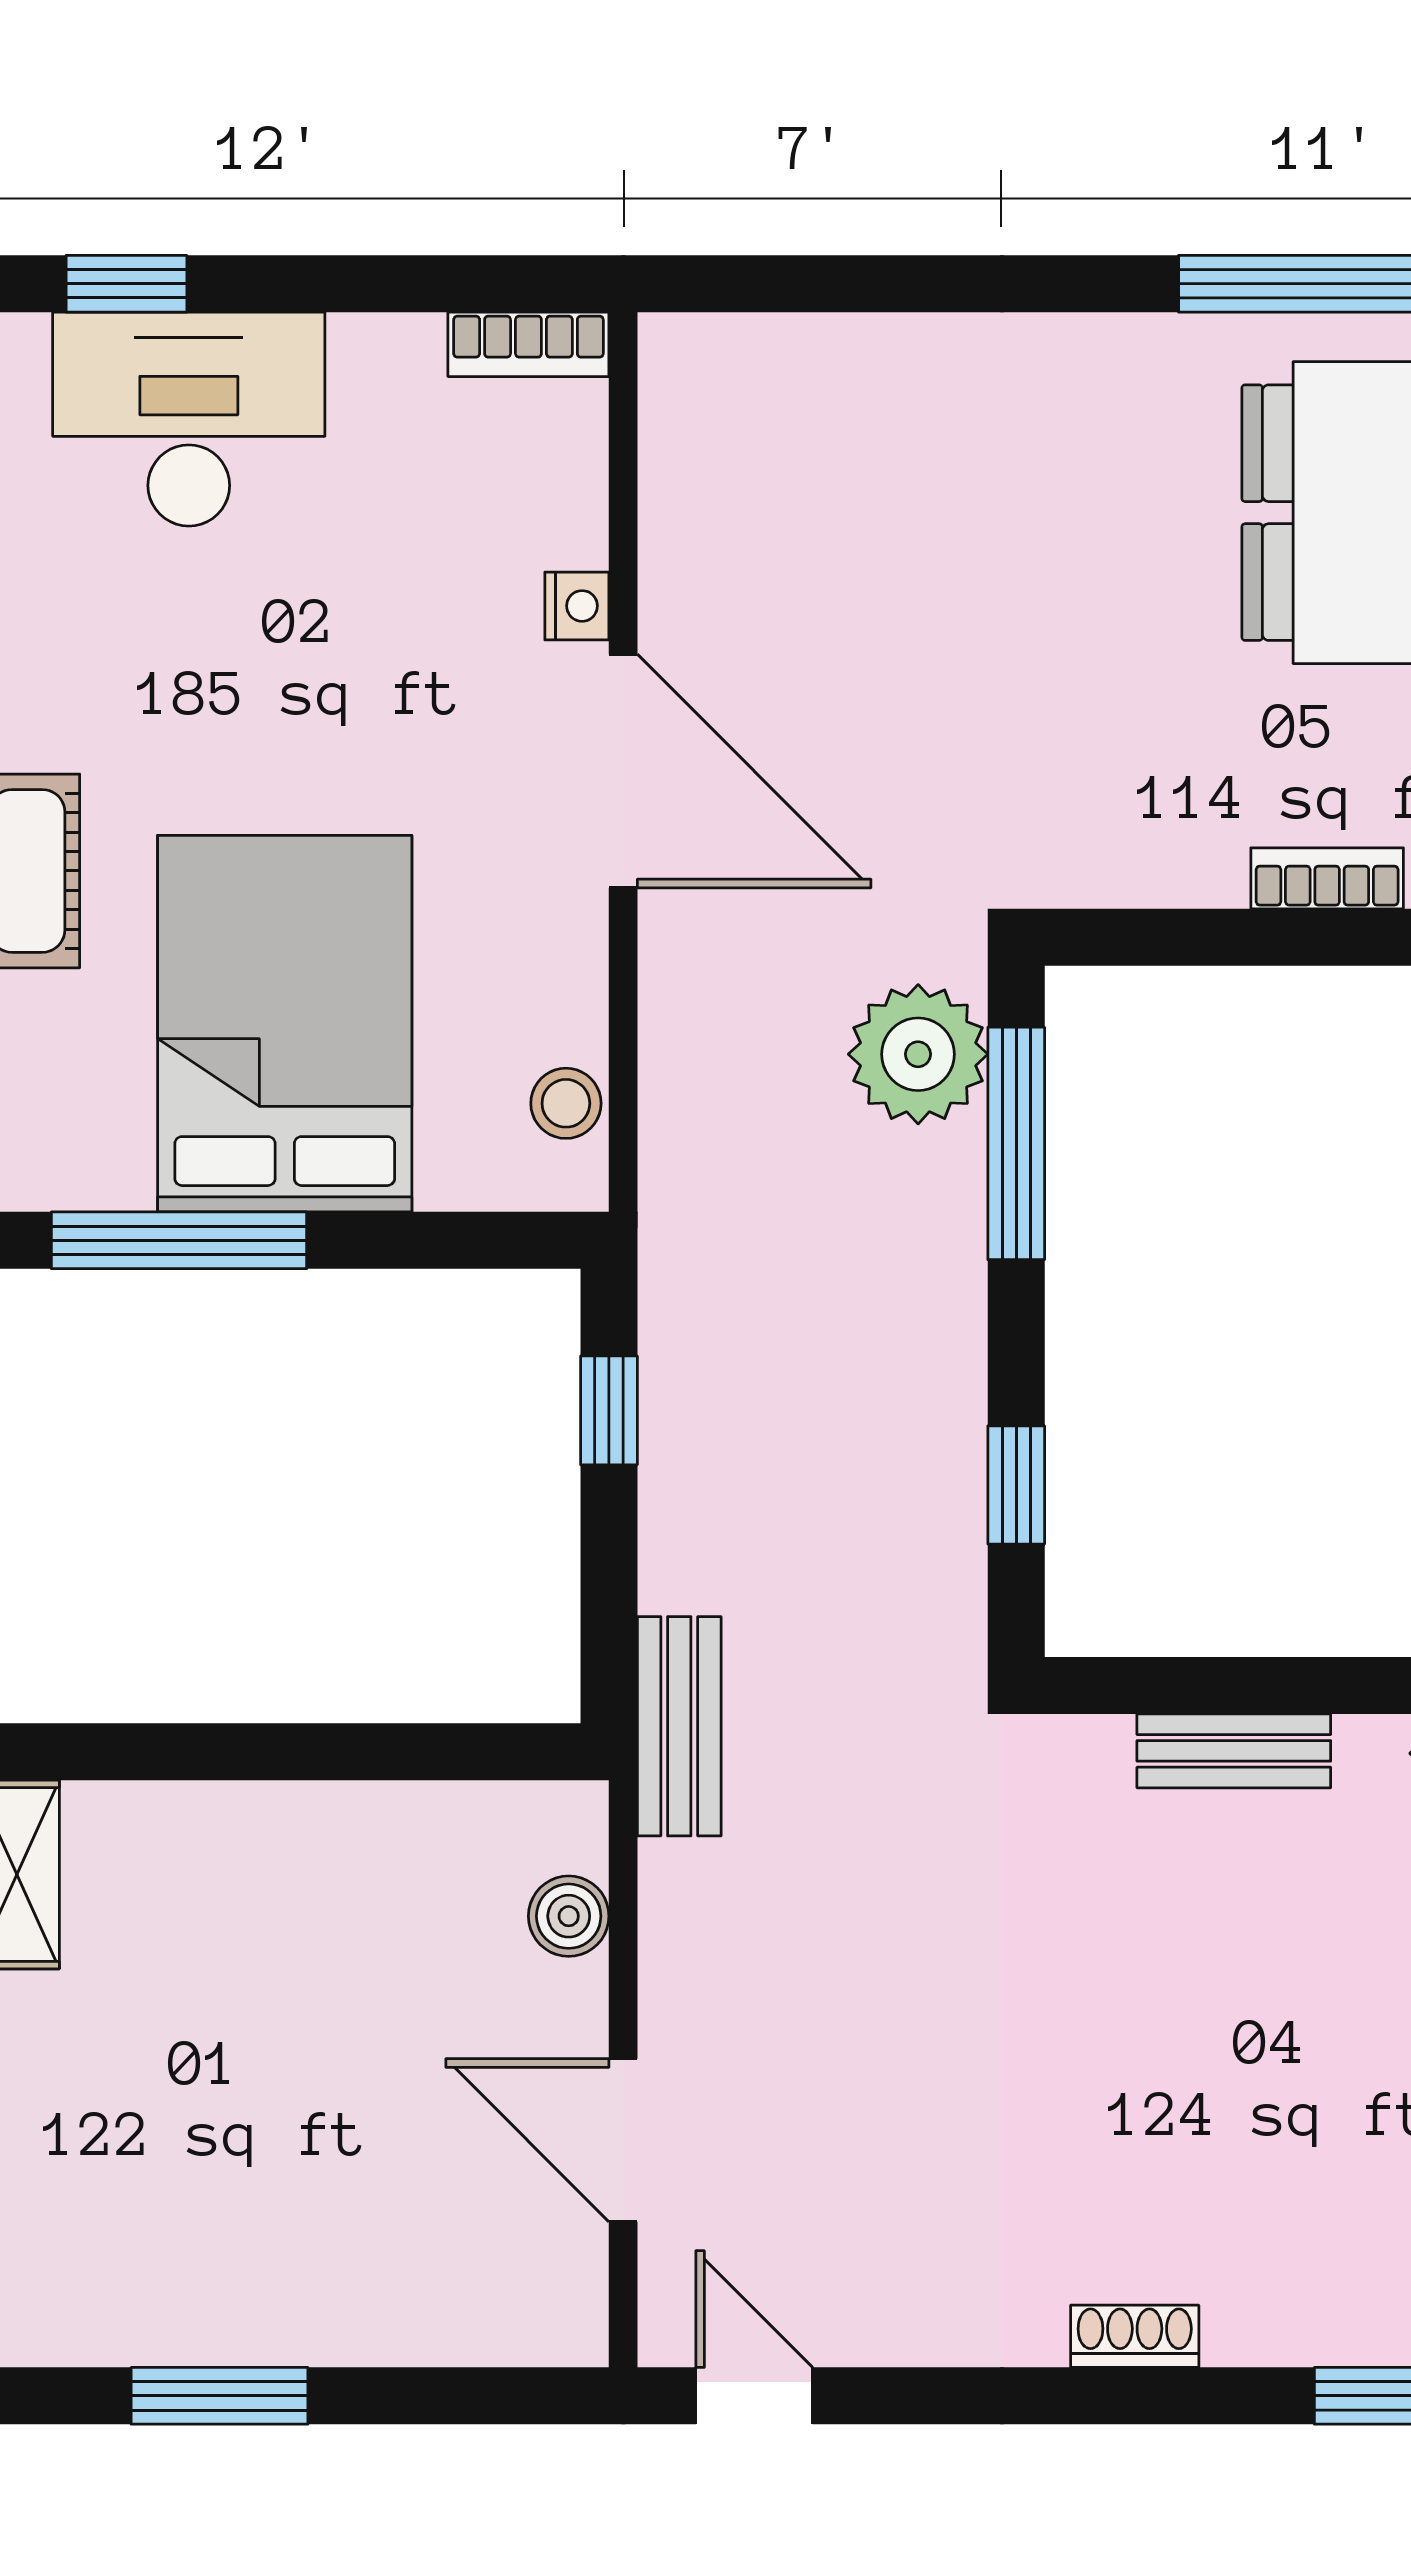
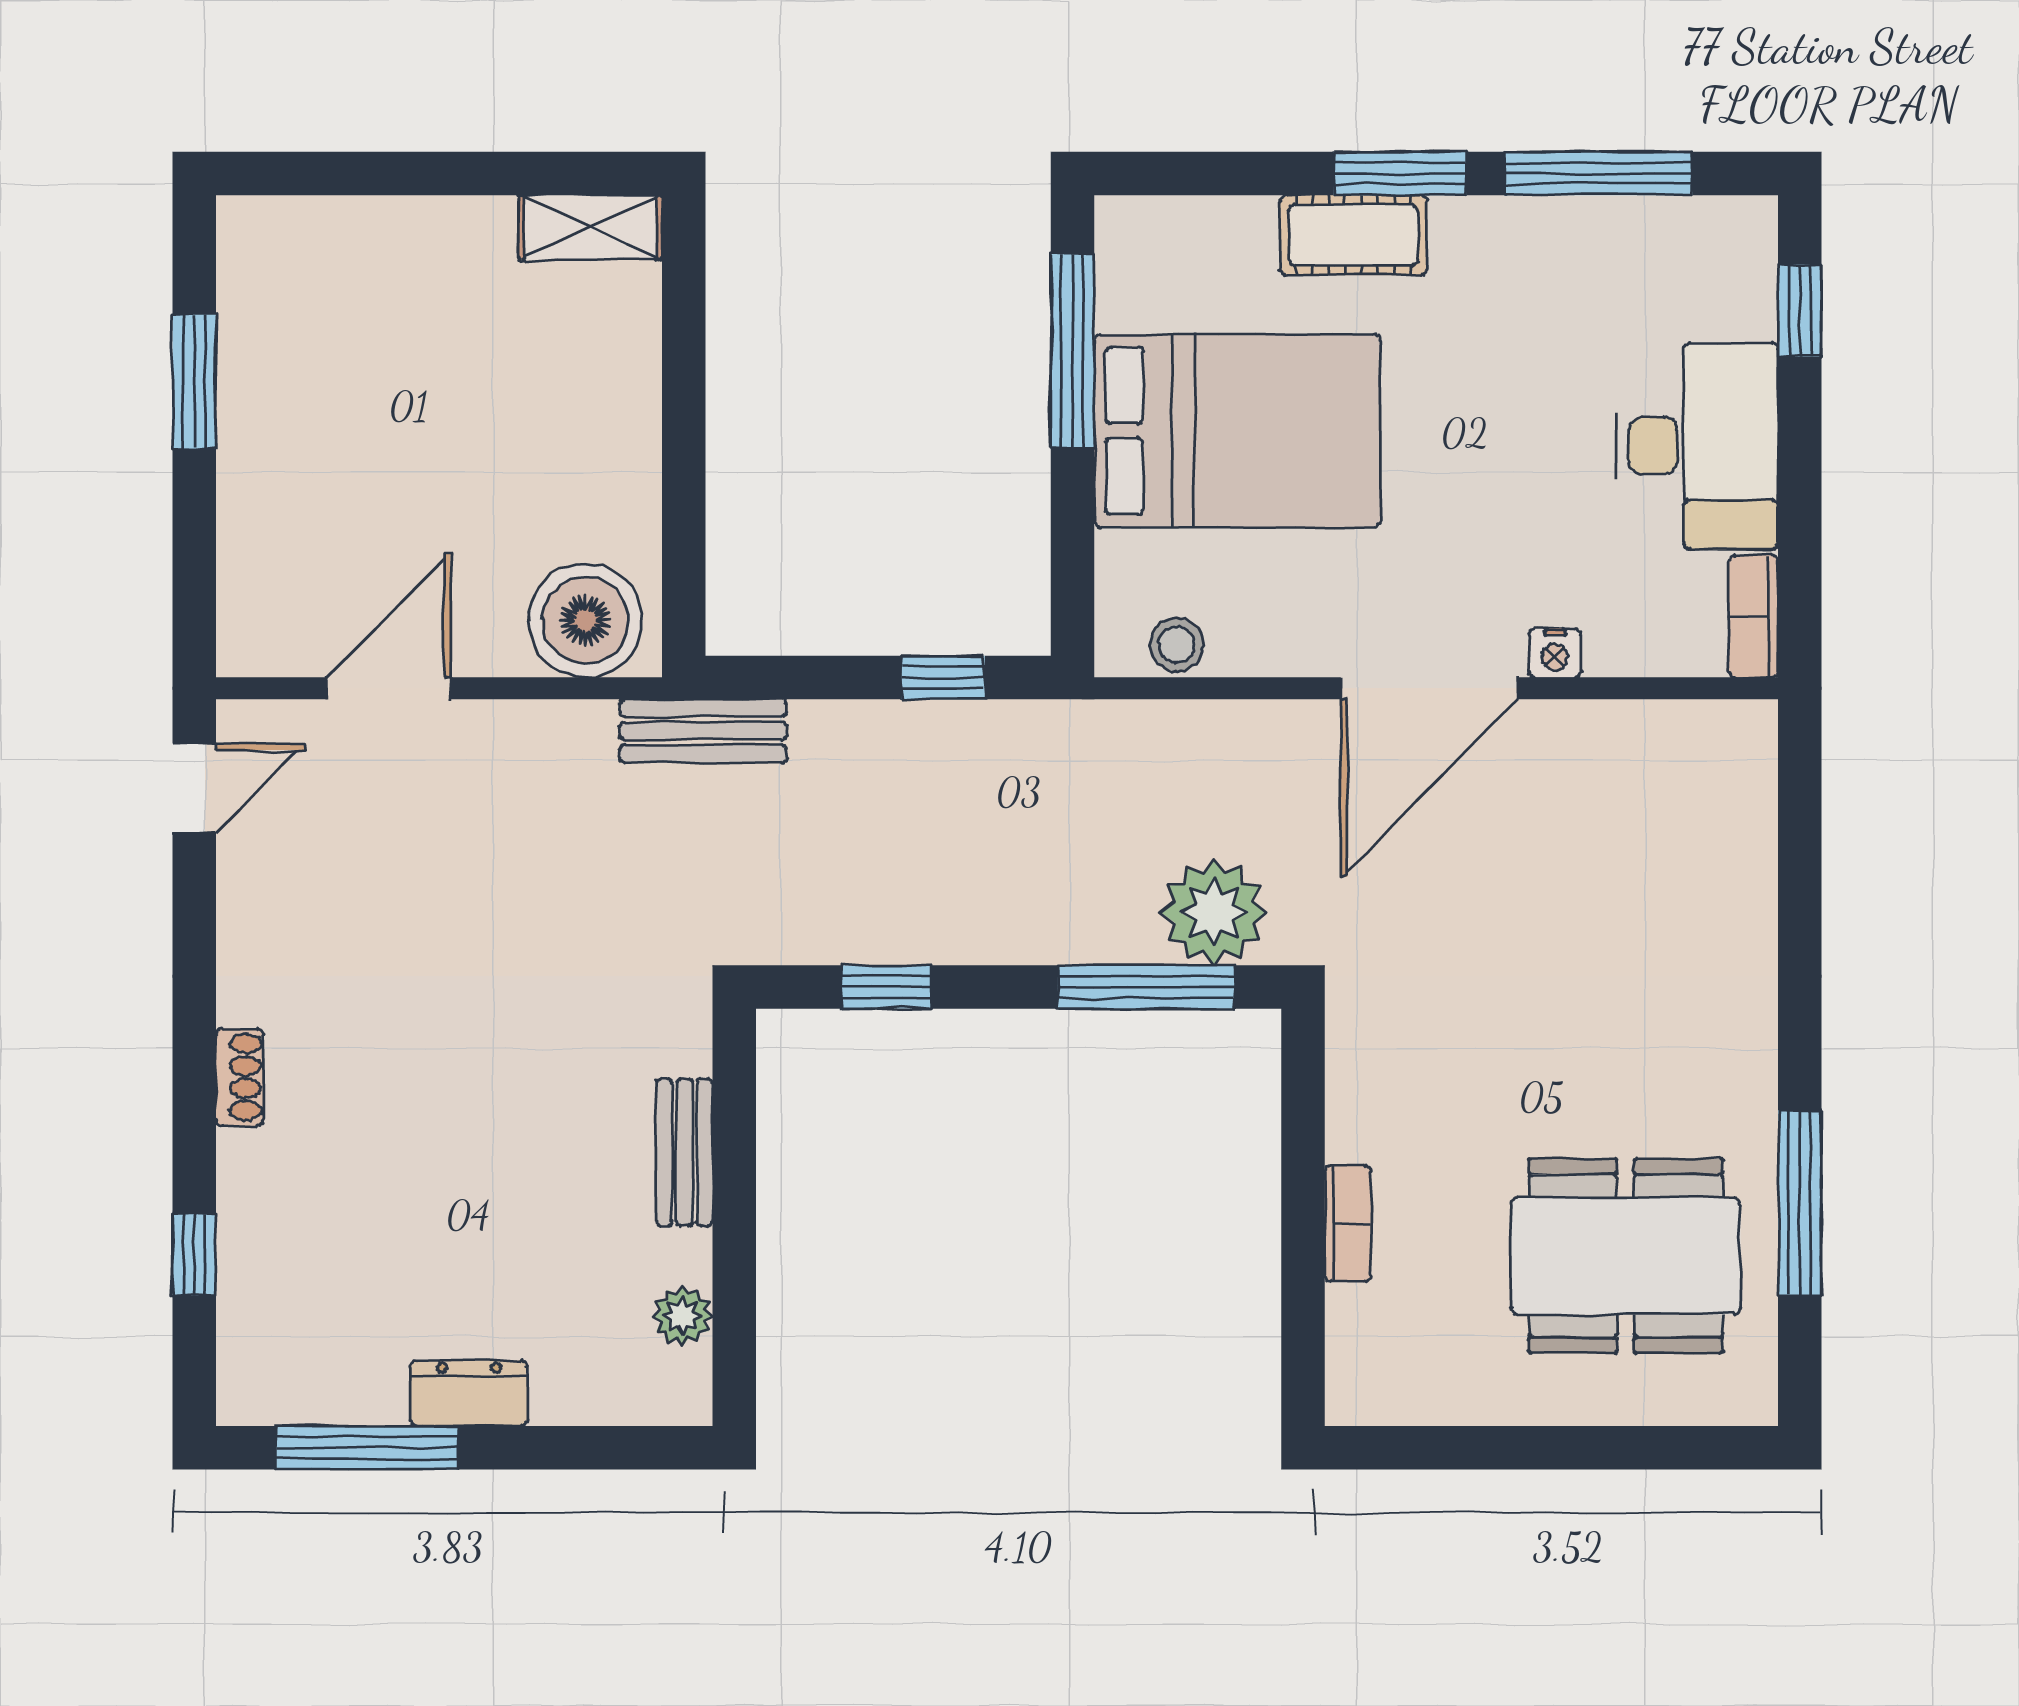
desk: (189, 419) -> (1697, 446), moved
boiler: (569, 1916) -> (585, 620), width x1.86, depth x1.86

